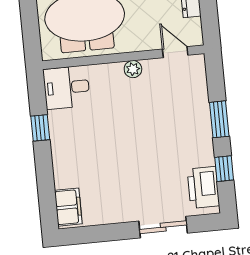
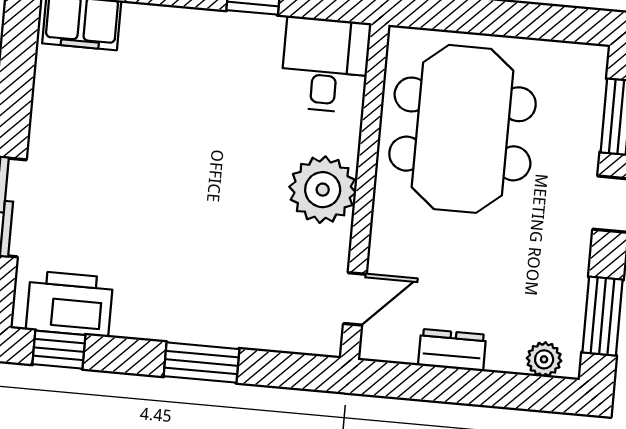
plant: (133, 69) -> (323, 190), width x1.88, depth x1.88
window: (224, 169) -> (59, 350), moved

